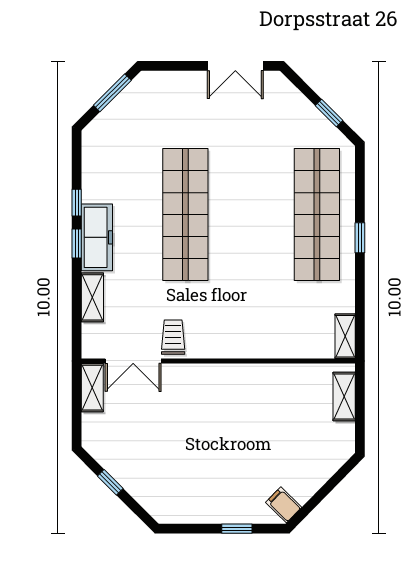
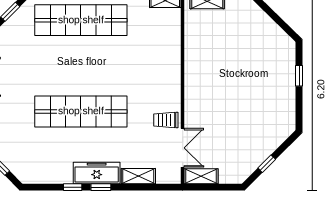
filing cabinet: (284, 505) -> (282, 43), removed

